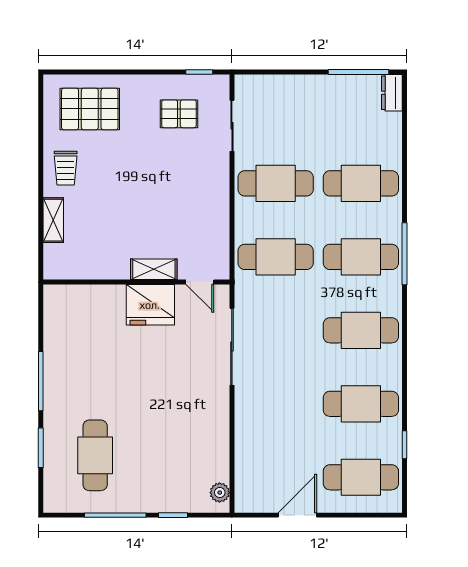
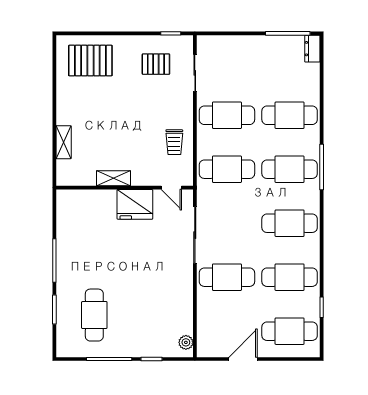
trolley: (66, 168) -> (174, 142), moved
shelving: (154, 269) -> (114, 178), moved
cafe table: (276, 404) -> (227, 277), added

